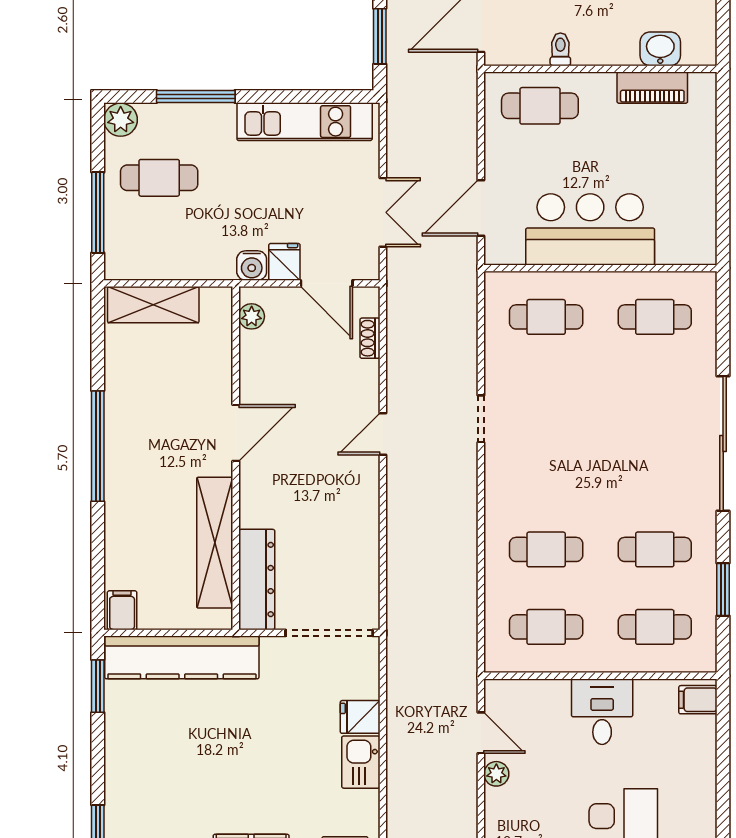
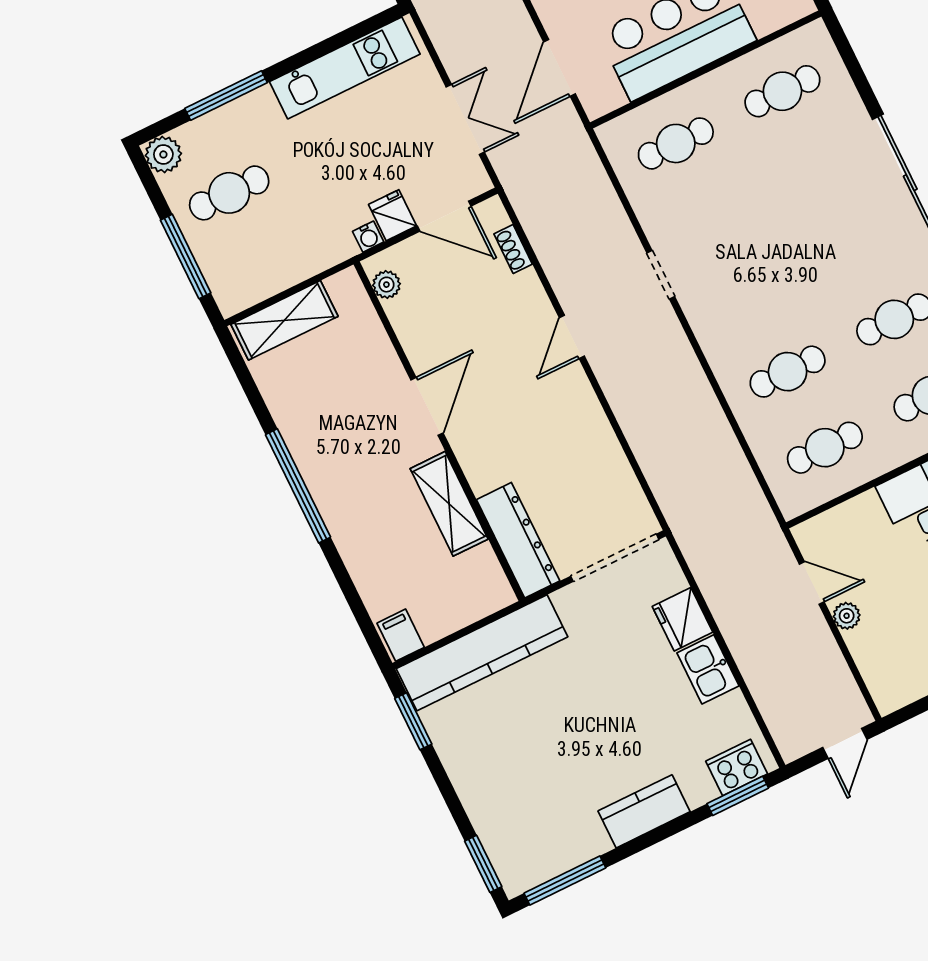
water cooler: (252, 266) -> (368, 237), width x0.72, depth x0.72
shelving: (215, 543) -> (449, 504), width x0.68
fridge: (360, 717) -> (682, 619), width x1.38

